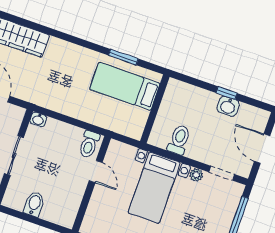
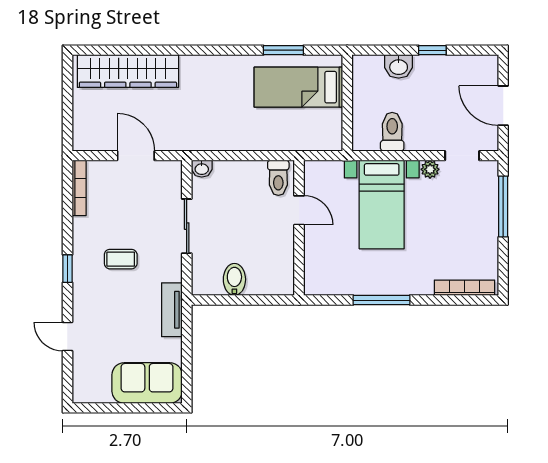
washbasin: (228, 106) -> (399, 66), moved

